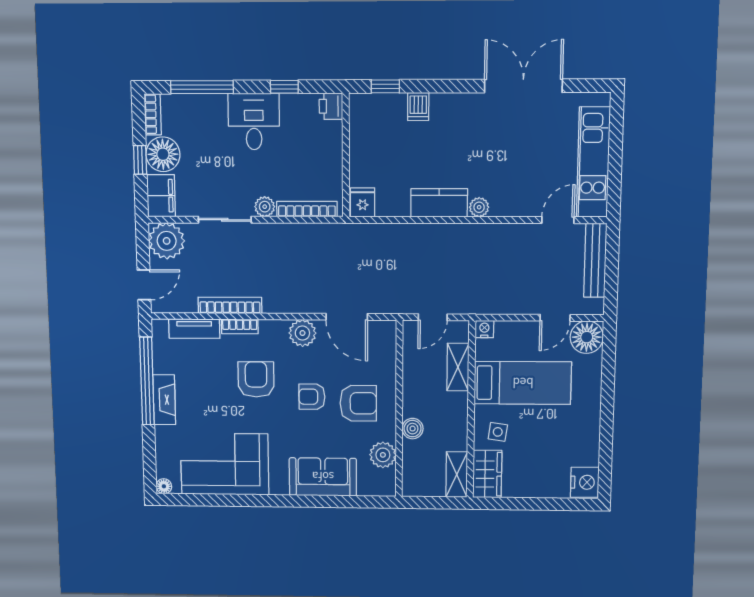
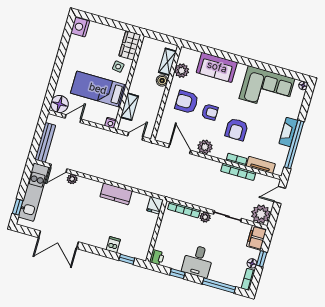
window: (616, 126) -> (18, 207), added
floor lamp: (163, 154) -> (252, 263), width x0.53, depth x0.53
plant: (479, 207) -> (72, 179), moved
shelving: (457, 475) -> (167, 62), moved

